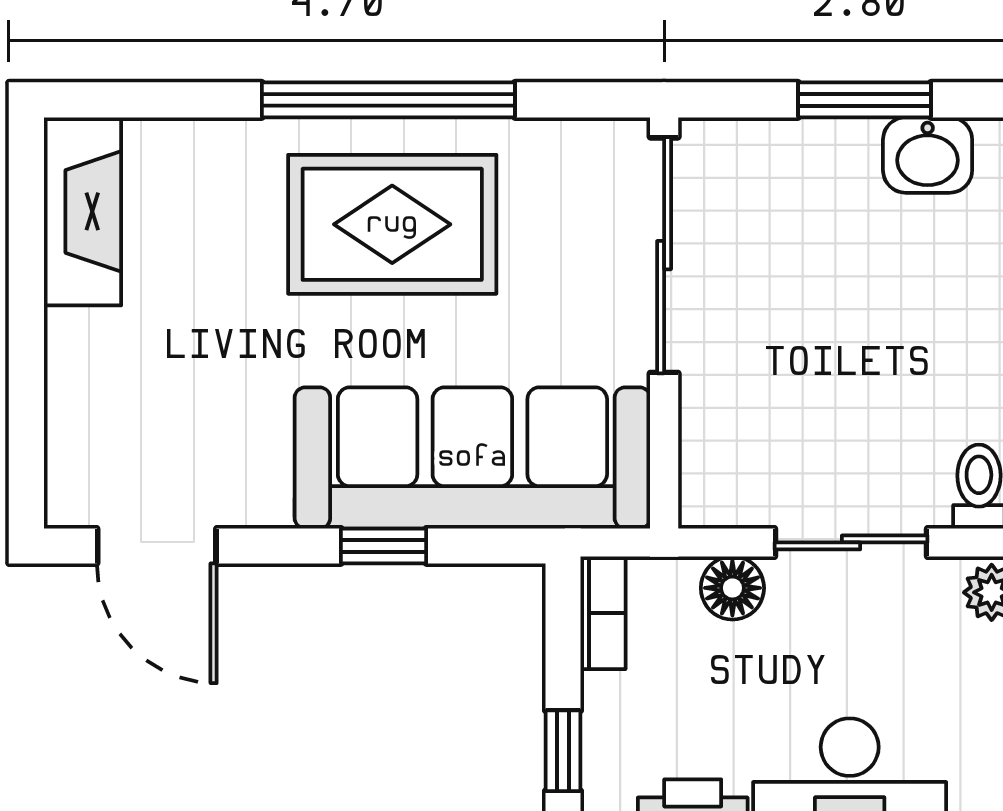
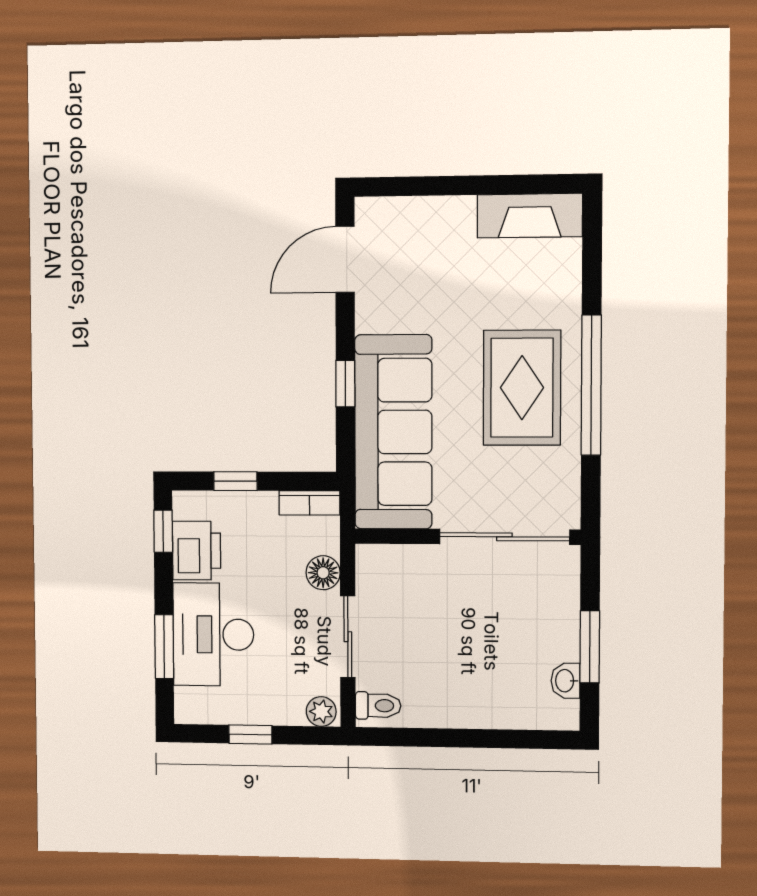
washbasin: (928, 155) -> (565, 681), width x0.72, depth x0.69

